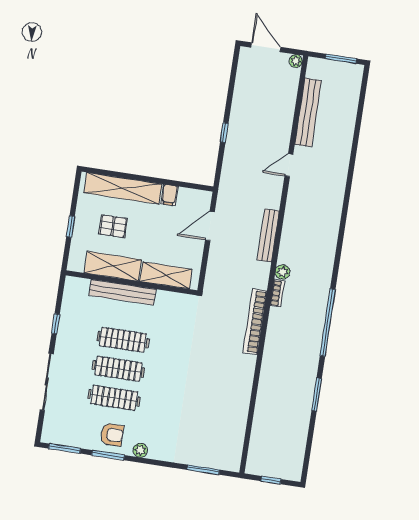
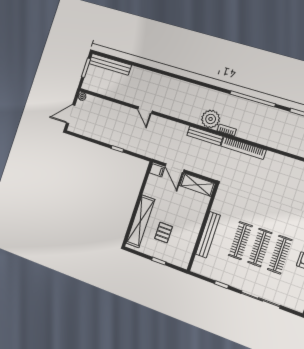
bench: (308, 113) -> (110, 64), moved
filing cabinet: (169, 195) -> (157, 170), moved
bench: (268, 235) -> (205, 136), moved
shelving: (113, 266) -> (190, 238), removed
plant: (283, 272) -> (211, 119), width x1.88, depth x1.88
shelving: (166, 275) -> (197, 185), moved, turned 90

